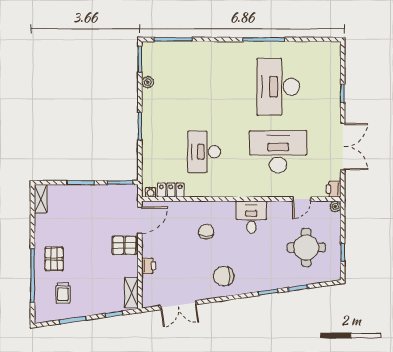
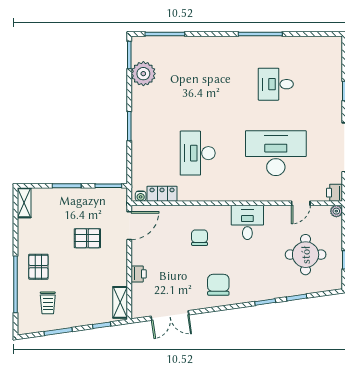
plant: (148, 82) -> (143, 74), width x1.87, depth x1.87
desk: (278, 87) -> (276, 84), width x0.53, depth x0.77
pallet: (124, 245) -> (87, 238), moved
chair: (224, 276) -> (218, 285), turned 90

